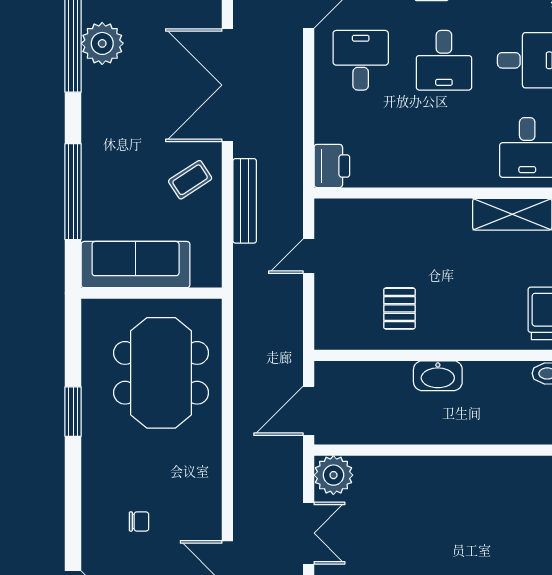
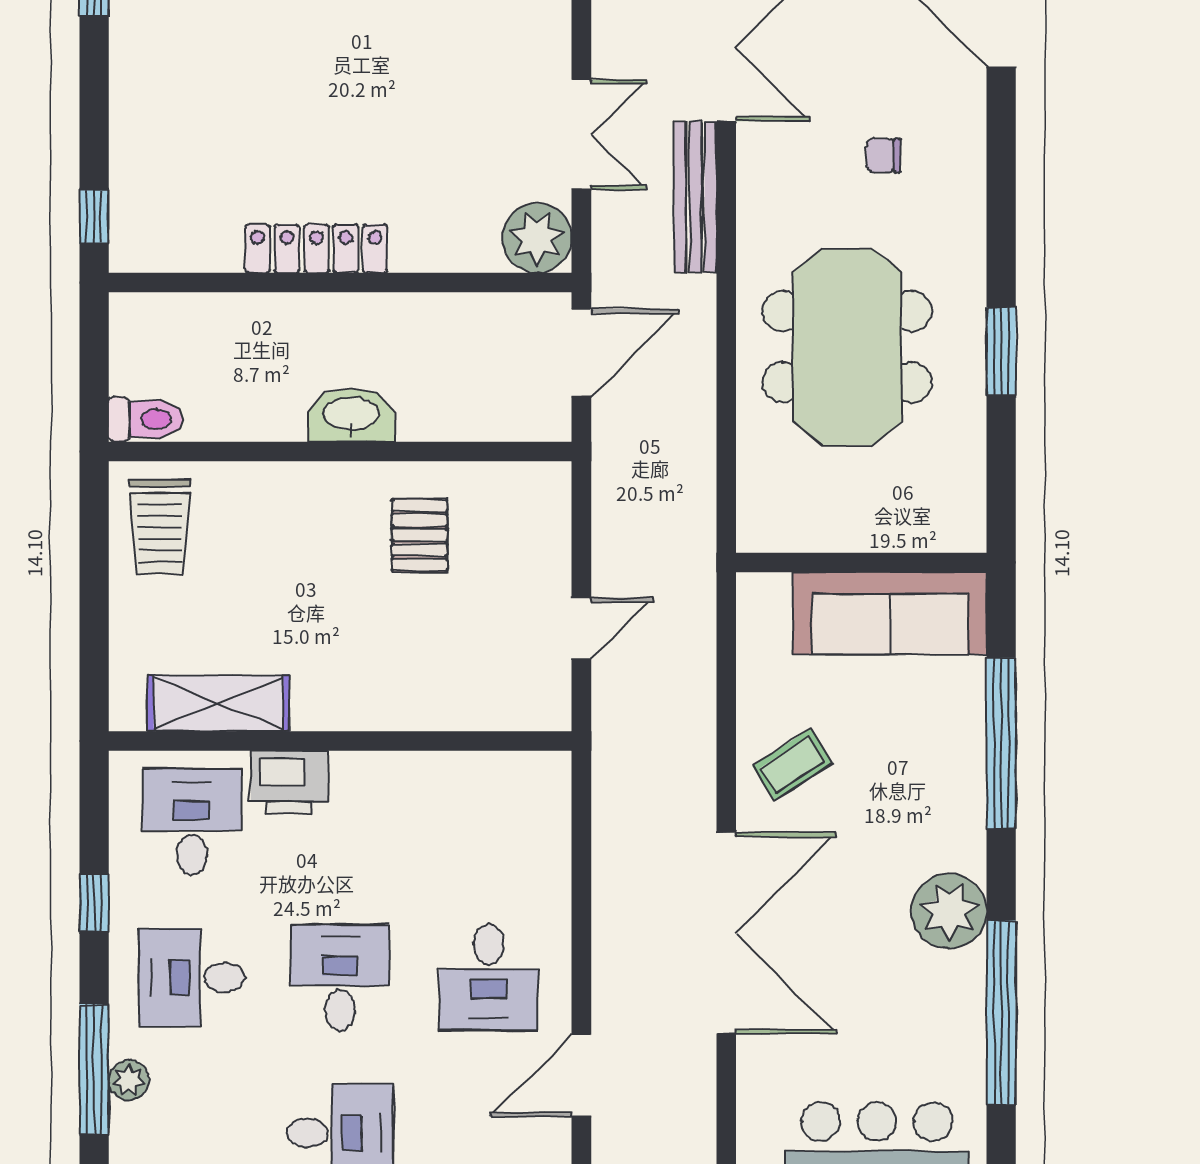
plant: (102, 43) -> (949, 911), moved
printer: (332, 166) -> (289, 782), moved, turned -90
bench: (245, 201) -> (695, 197), moved
meeting table: (161, 373) -> (847, 347), moved
locker: (457, 469) -> (316, 249), added
double door: (309, 533) -> (581, 135), swing flipped

